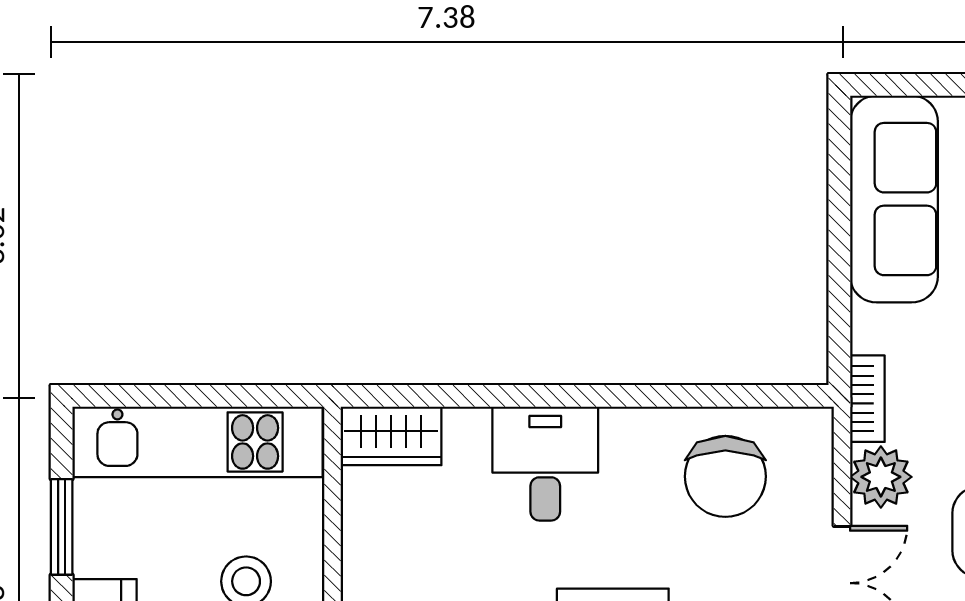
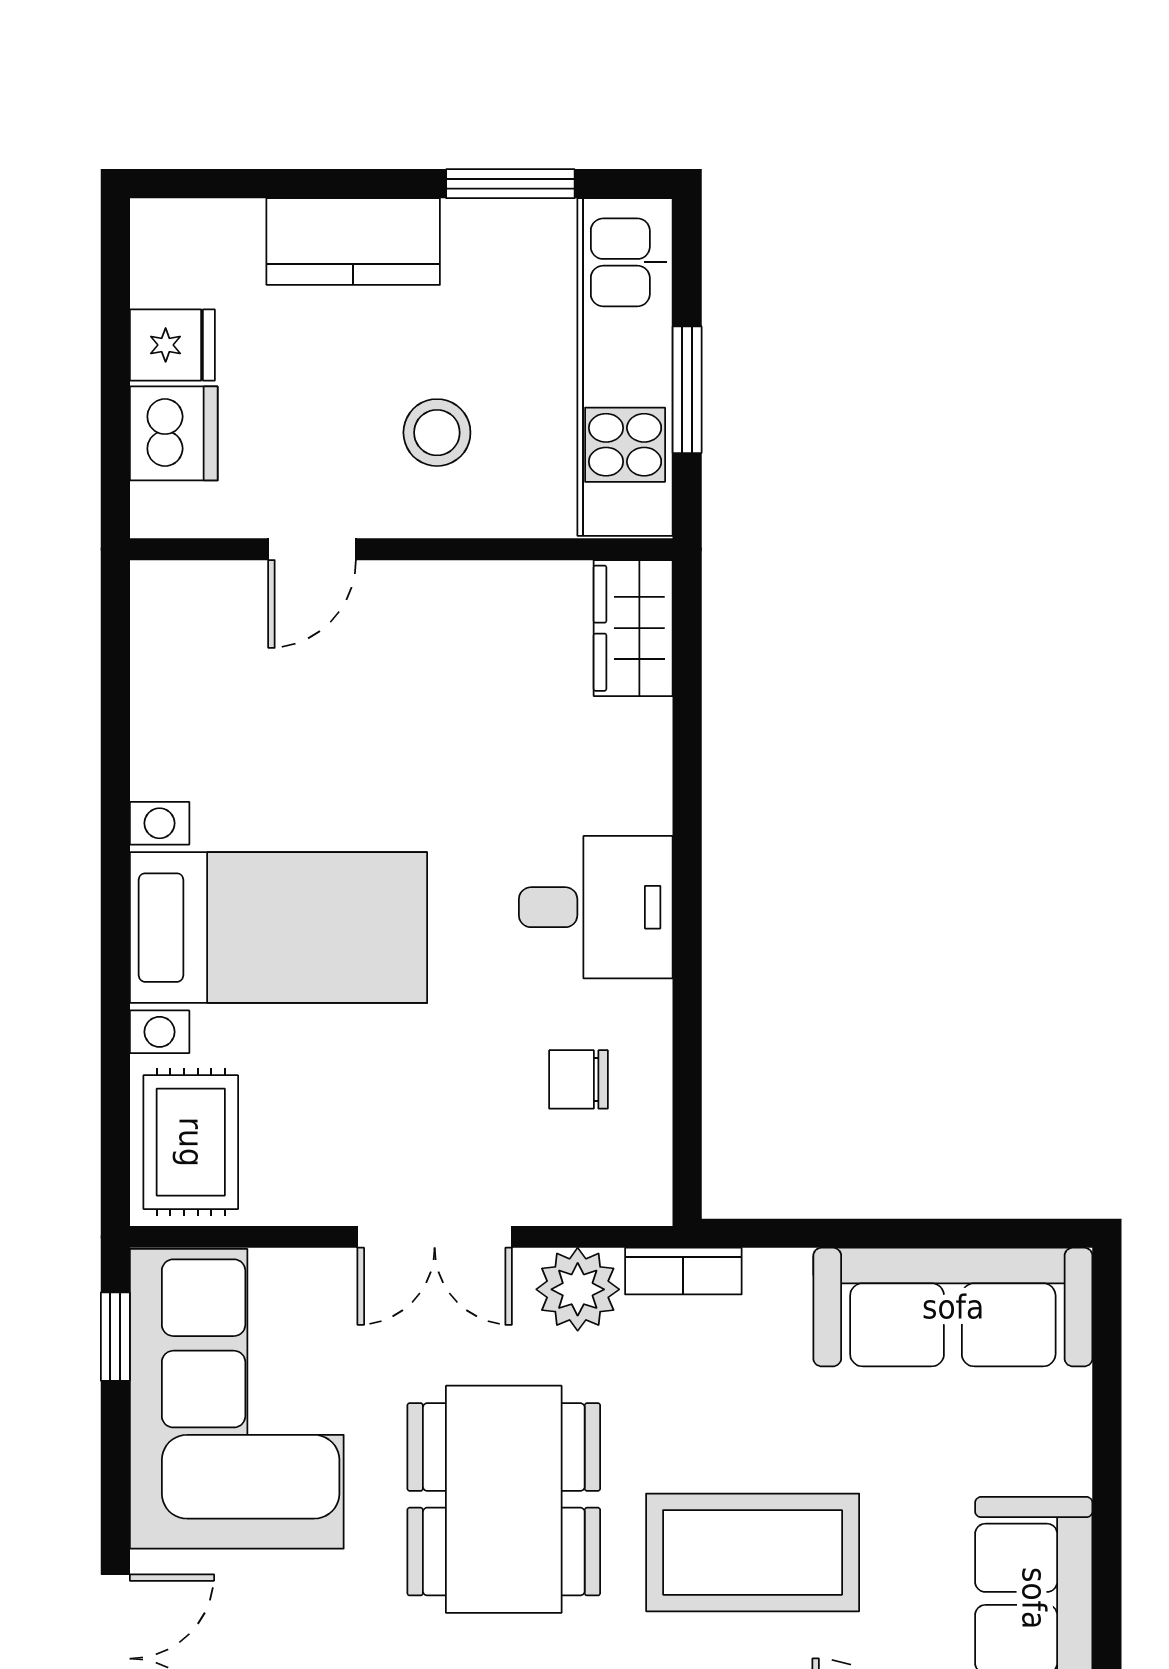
window: (214, 396) -> (687, 390), added
desk: (545, 464) -> (596, 907), moved
chair: (725, 476) -> (579, 1079), width x0.54, depth x0.54

